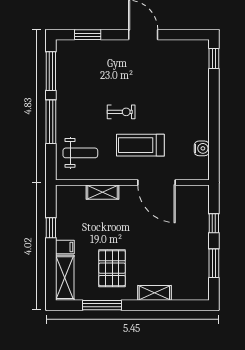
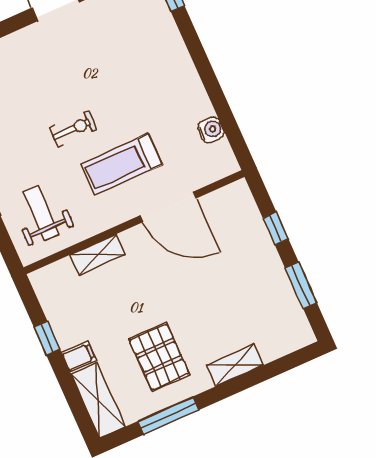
weight bench: (80, 153) -> (41, 213), turned -90

